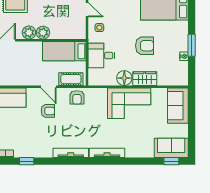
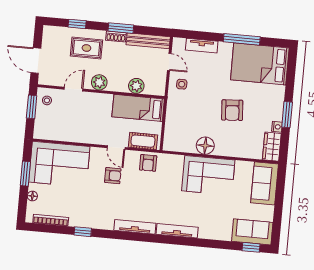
plant: (43, 33) -> (136, 86), moved
armchair: (145, 46) -> (232, 110), turned 86
desk: (102, 55) -> (181, 117), removed
wardrobe: (145, 79) -> (272, 147), moved, turned -90

